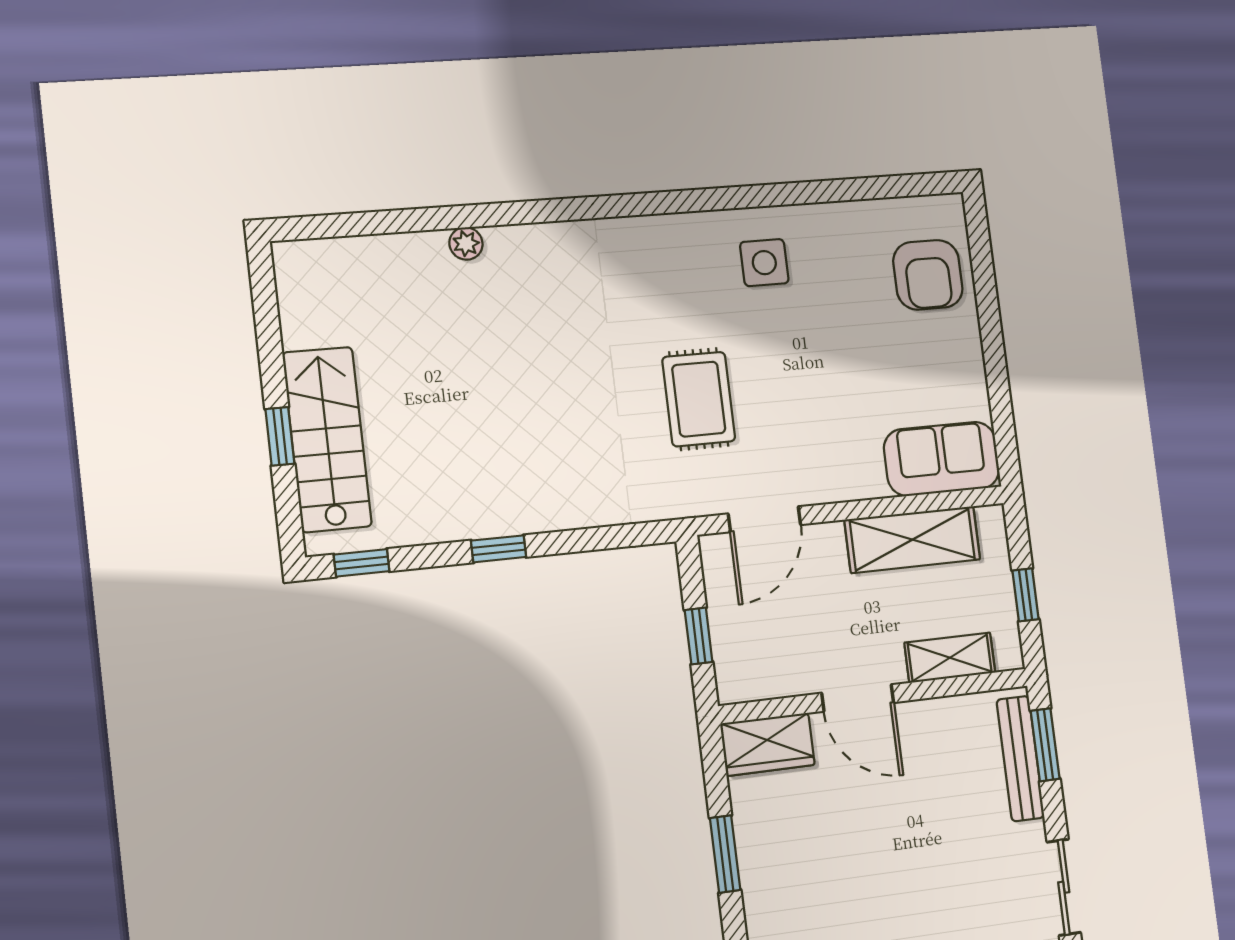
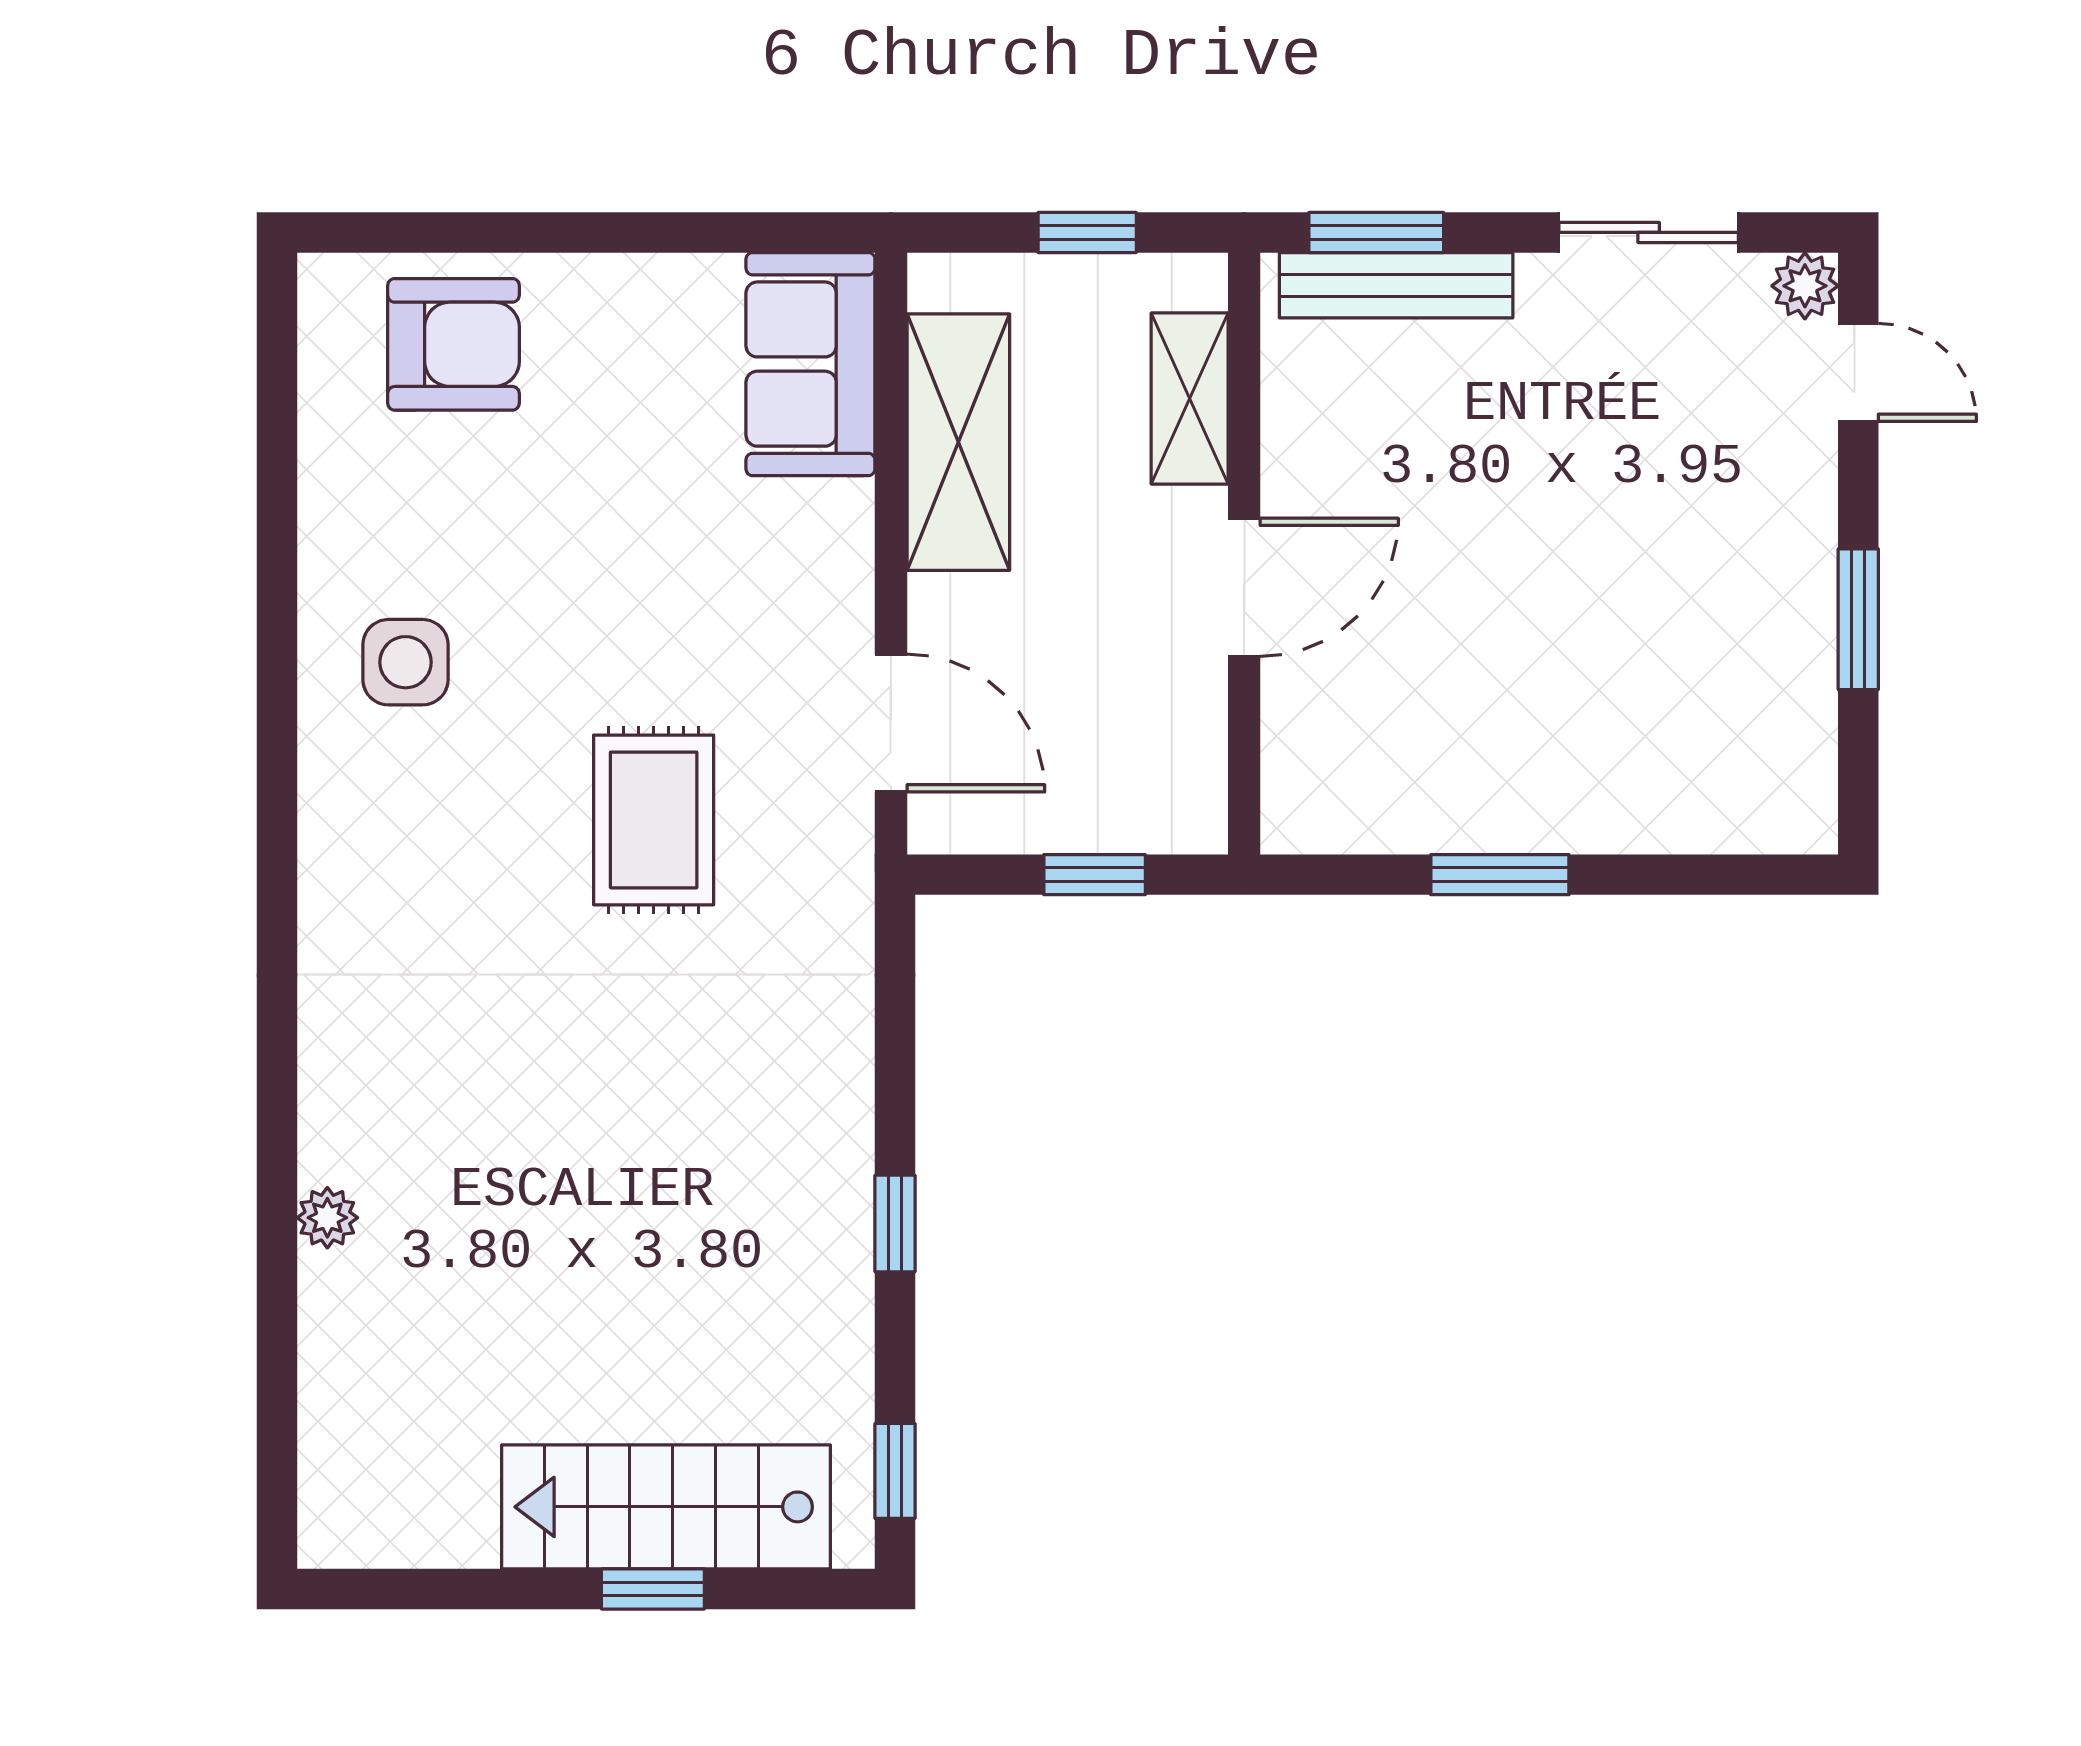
rug: (699, 399) -> (654, 820), turned 90
wardrobe: (768, 744) -> (1309, 770), removed

